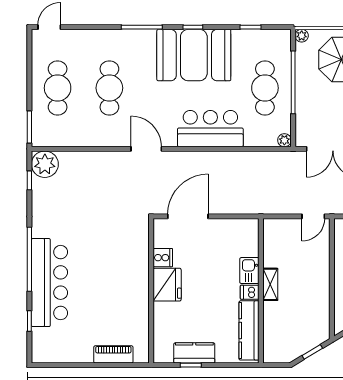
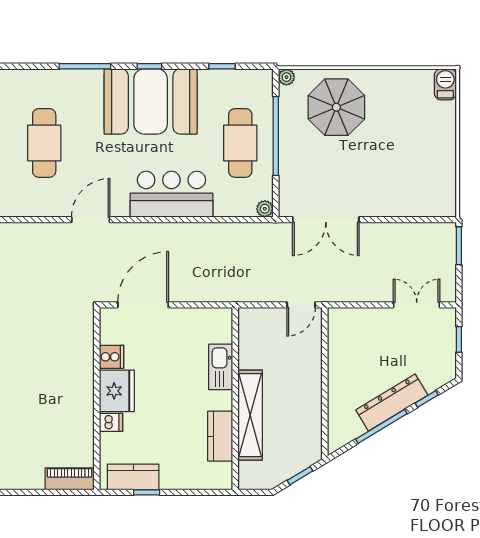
door: (146, 149) -> (91, 220), hinge flipped
kitchen sink: (249, 271) -> (221, 367), width x1.38
shelving: (270, 284) -> (250, 415), width x2.20, depth x1.33
dishwasher: (250, 292) -> (111, 422), moved, turned 180
kitchen counter: (249, 330) -> (220, 436), width x0.67
kitchen counter: (194, 353) -> (133, 477), moved
piano: (113, 354) -> (70, 479), moved

